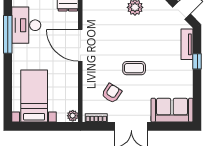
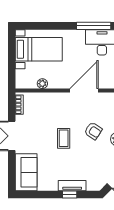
tv unit: (187, 44) -> (72, 186), moved
armchair: (112, 93) -> (93, 131), moved
plant: (73, 116) -> (42, 84), moved

